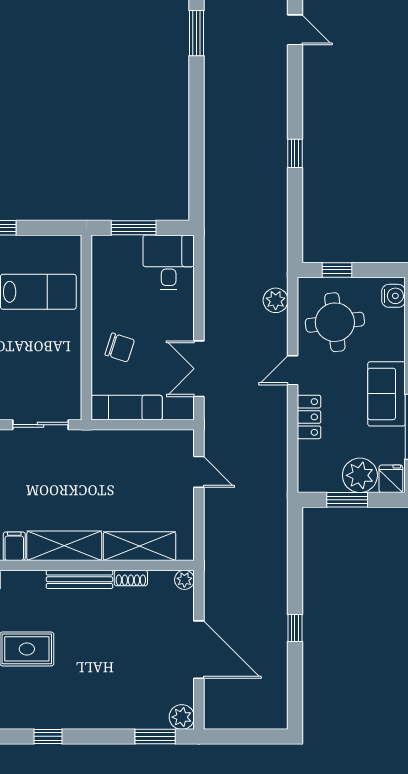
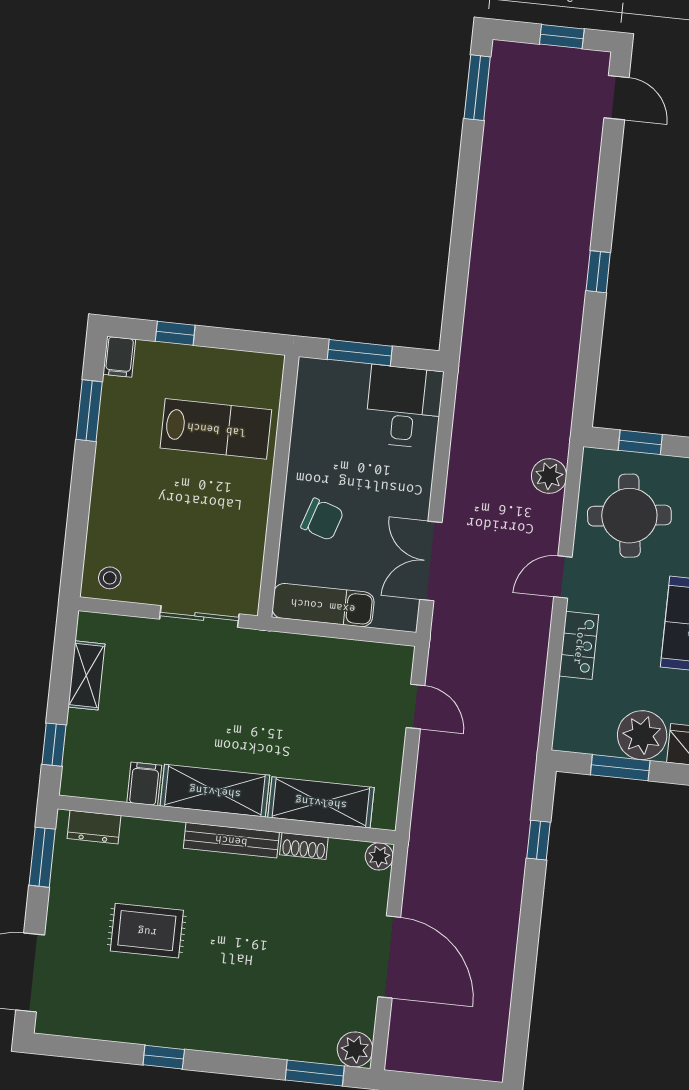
window: (295, 628) -> (538, 840), moved

